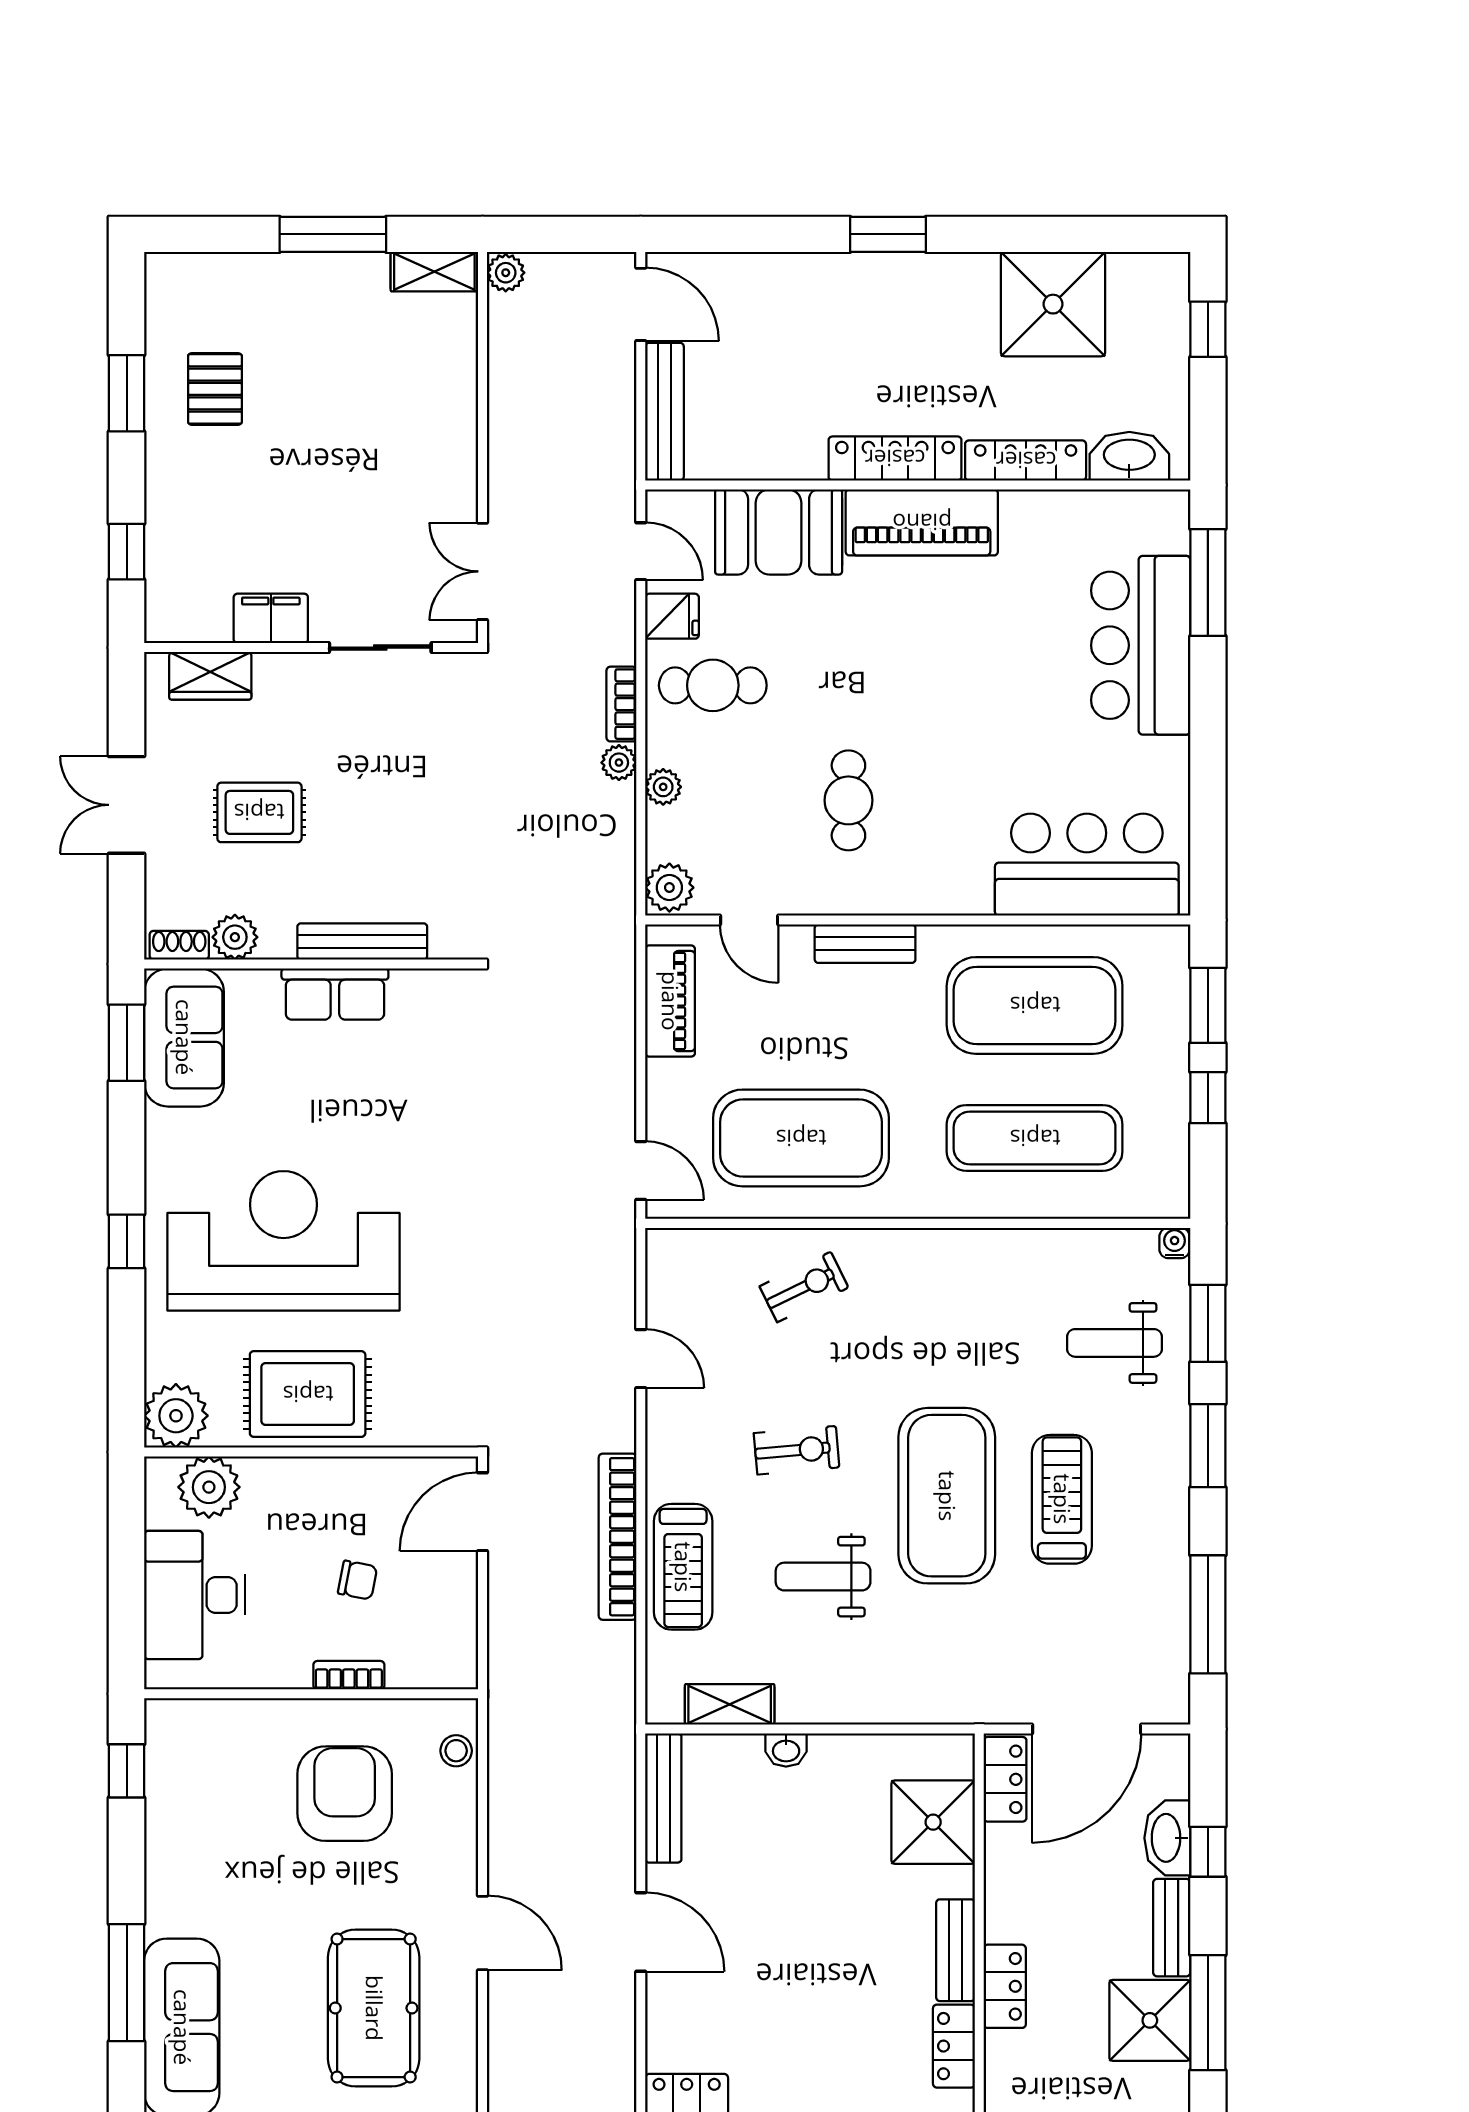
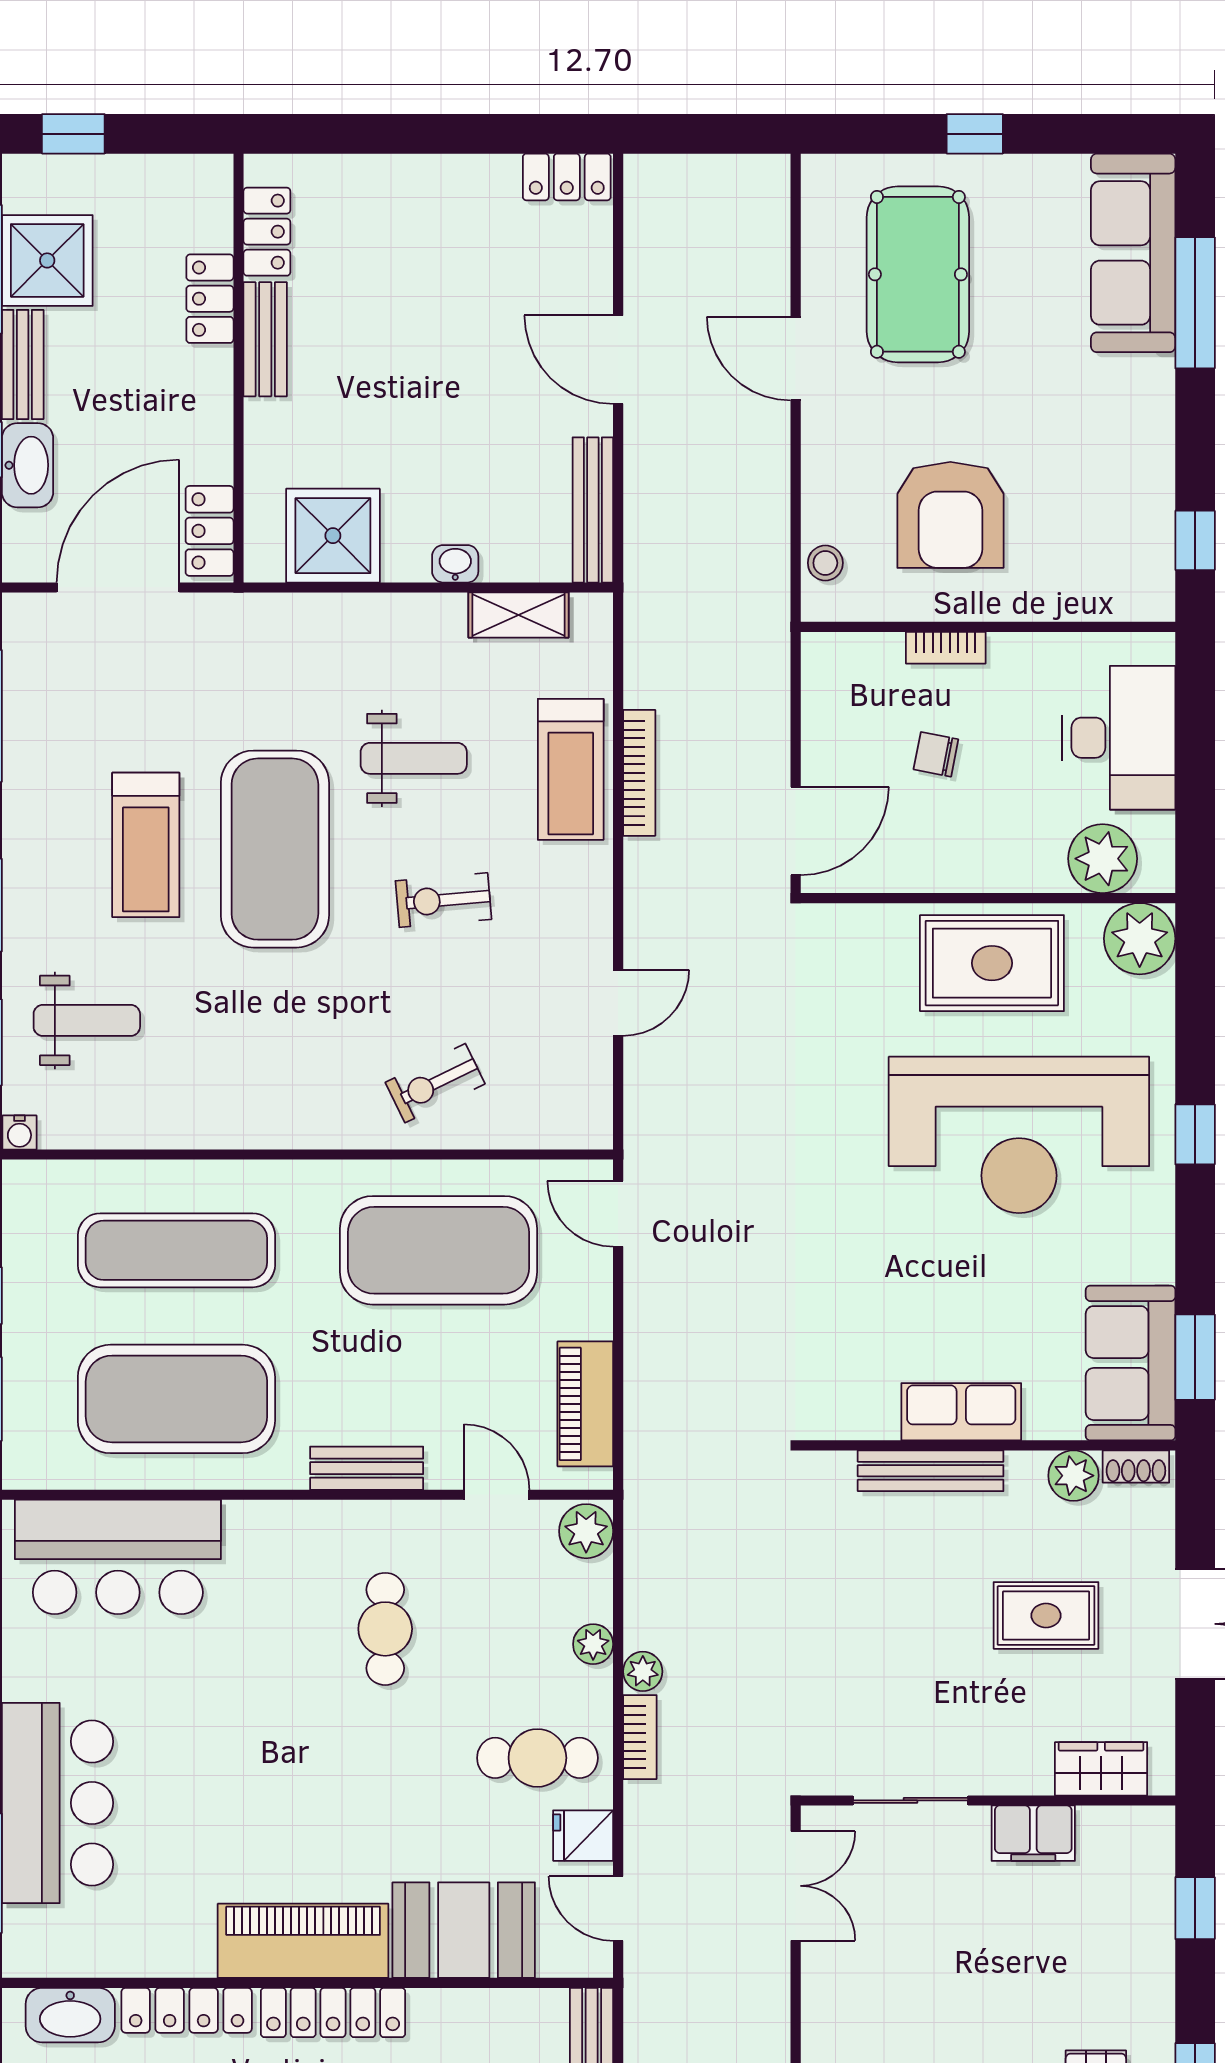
door: (641, 1359) -> (618, 1003), swing flipped
bookcase: (618, 1537) -> (639, 773), width x0.68, depth x0.76
treadmill: (683, 1567) -> (571, 769), turned 180
shower: (933, 1822) -> (333, 536), moved

